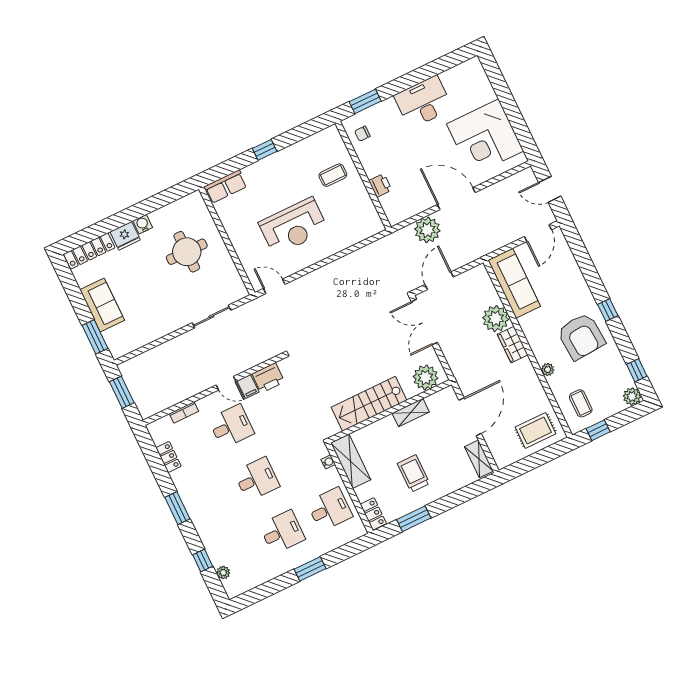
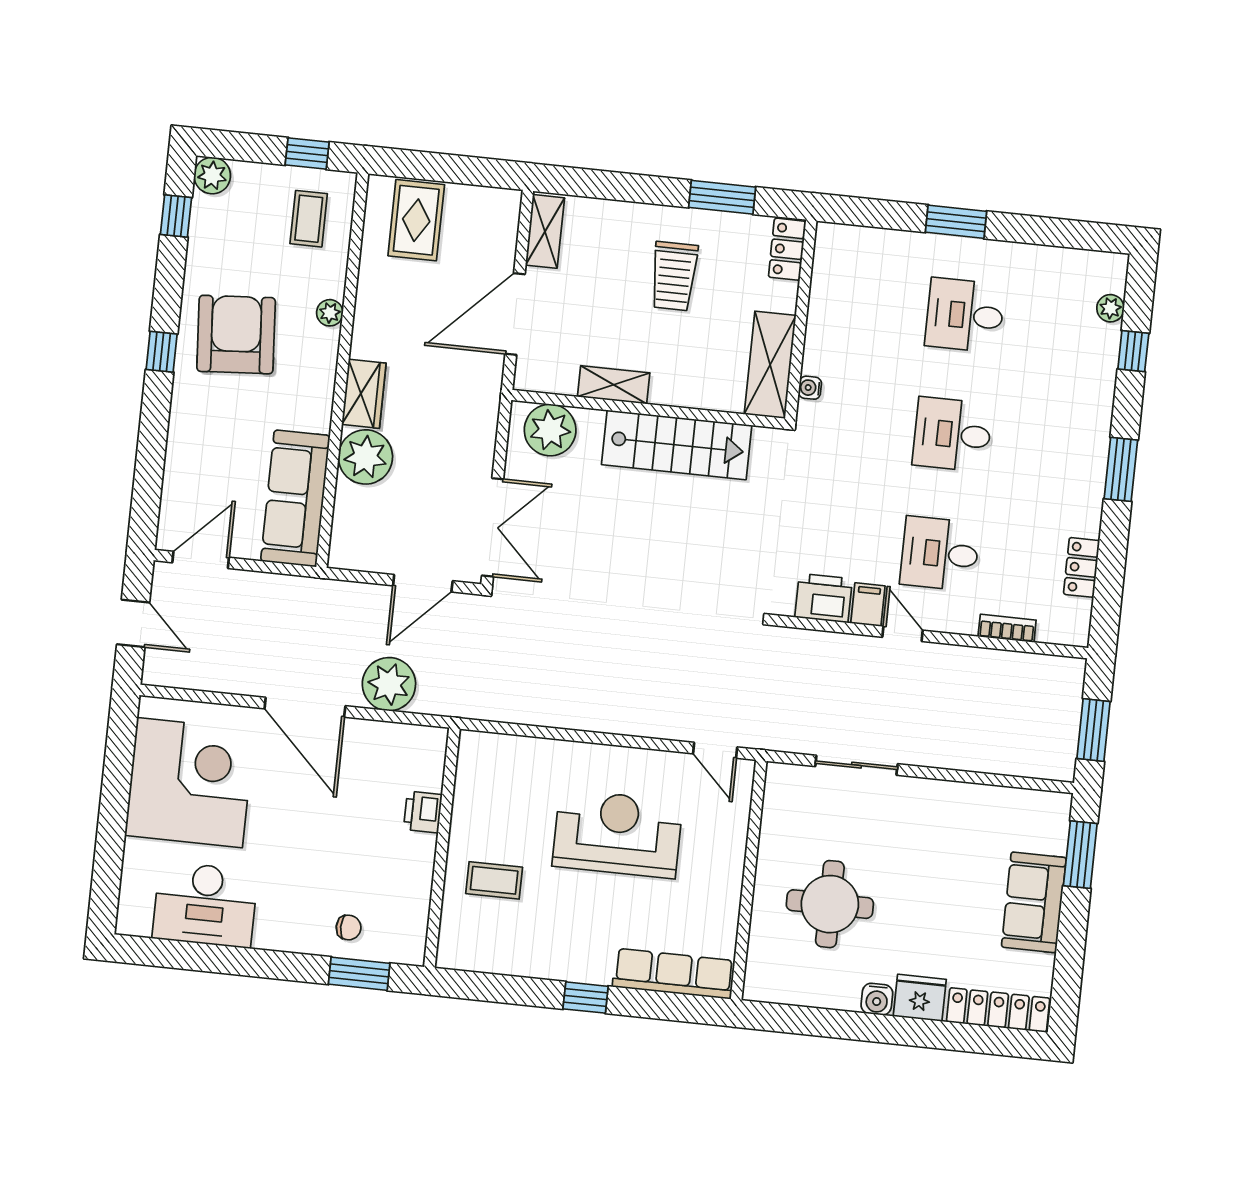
desk: (423, 102) -> (205, 905), moved
chair: (362, 134) -> (349, 928), moved
row of seats: (225, 187) -> (674, 974), width x1.48
rug: (535, 430) -> (416, 220), turned 90
desk: (330, 509) -> (858, 304), removed

